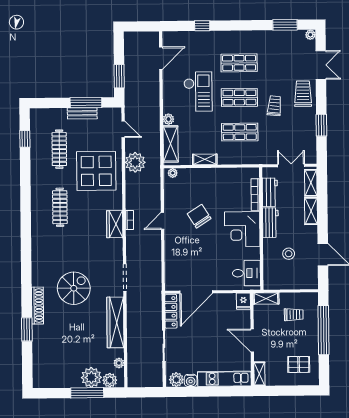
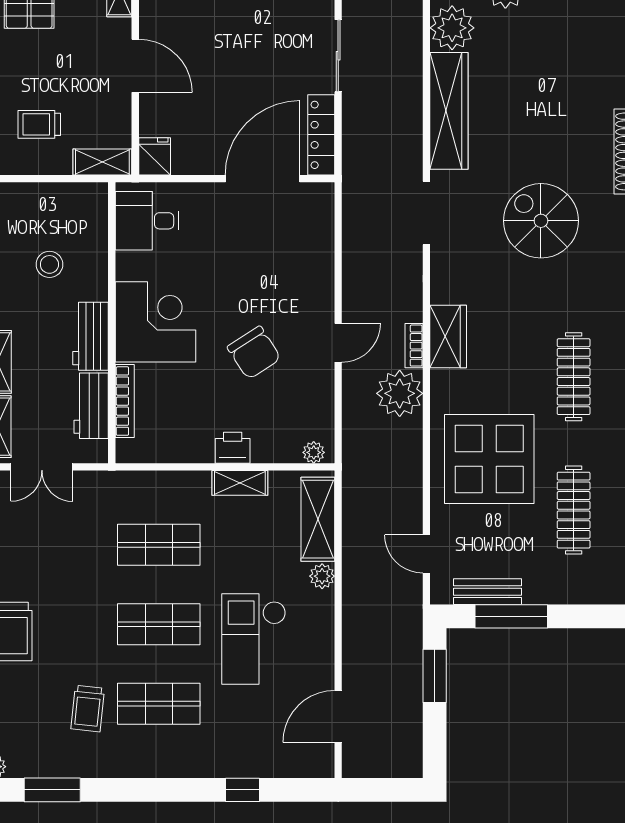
trolley: (274, 106) -> (88, 709), moved
bench: (82, 113) -> (487, 592), moved
plant: (135, 162) -> (400, 393), moved
printer: (208, 175) -> (233, 448), added
spiral stairs: (74, 288) -> (541, 221), moved, turned 90
plant: (119, 363) -> (452, 28), width x1.88, depth x1.88

